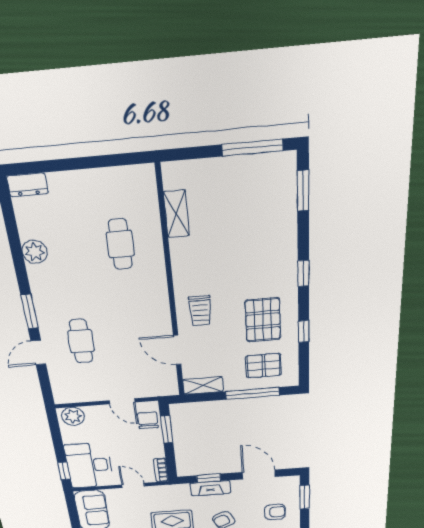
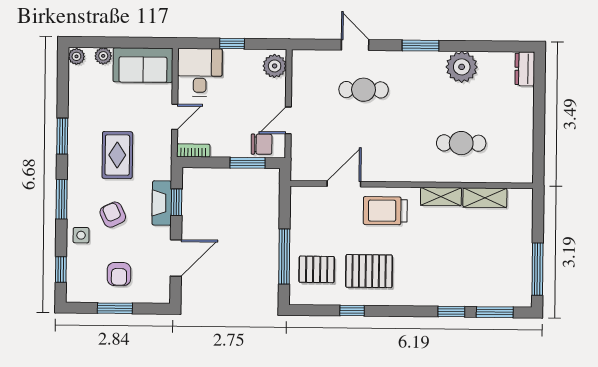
plant: (35, 252) -> (462, 67), width x1.36, depth x1.36
window: (303, 273) -> (451, 312), moved
window: (30, 311) -> (420, 46), moved
trolley: (200, 311) -> (385, 211), width x1.36, depth x1.39
pallet: (264, 366) -> (317, 269), turned 90
shelving: (203, 386) -> (441, 197), moved, turned 90
desk: (89, 465) -> (200, 72), width x0.73
window: (64, 471) -> (232, 44), moved
window: (305, 497) -> (115, 308), moved

